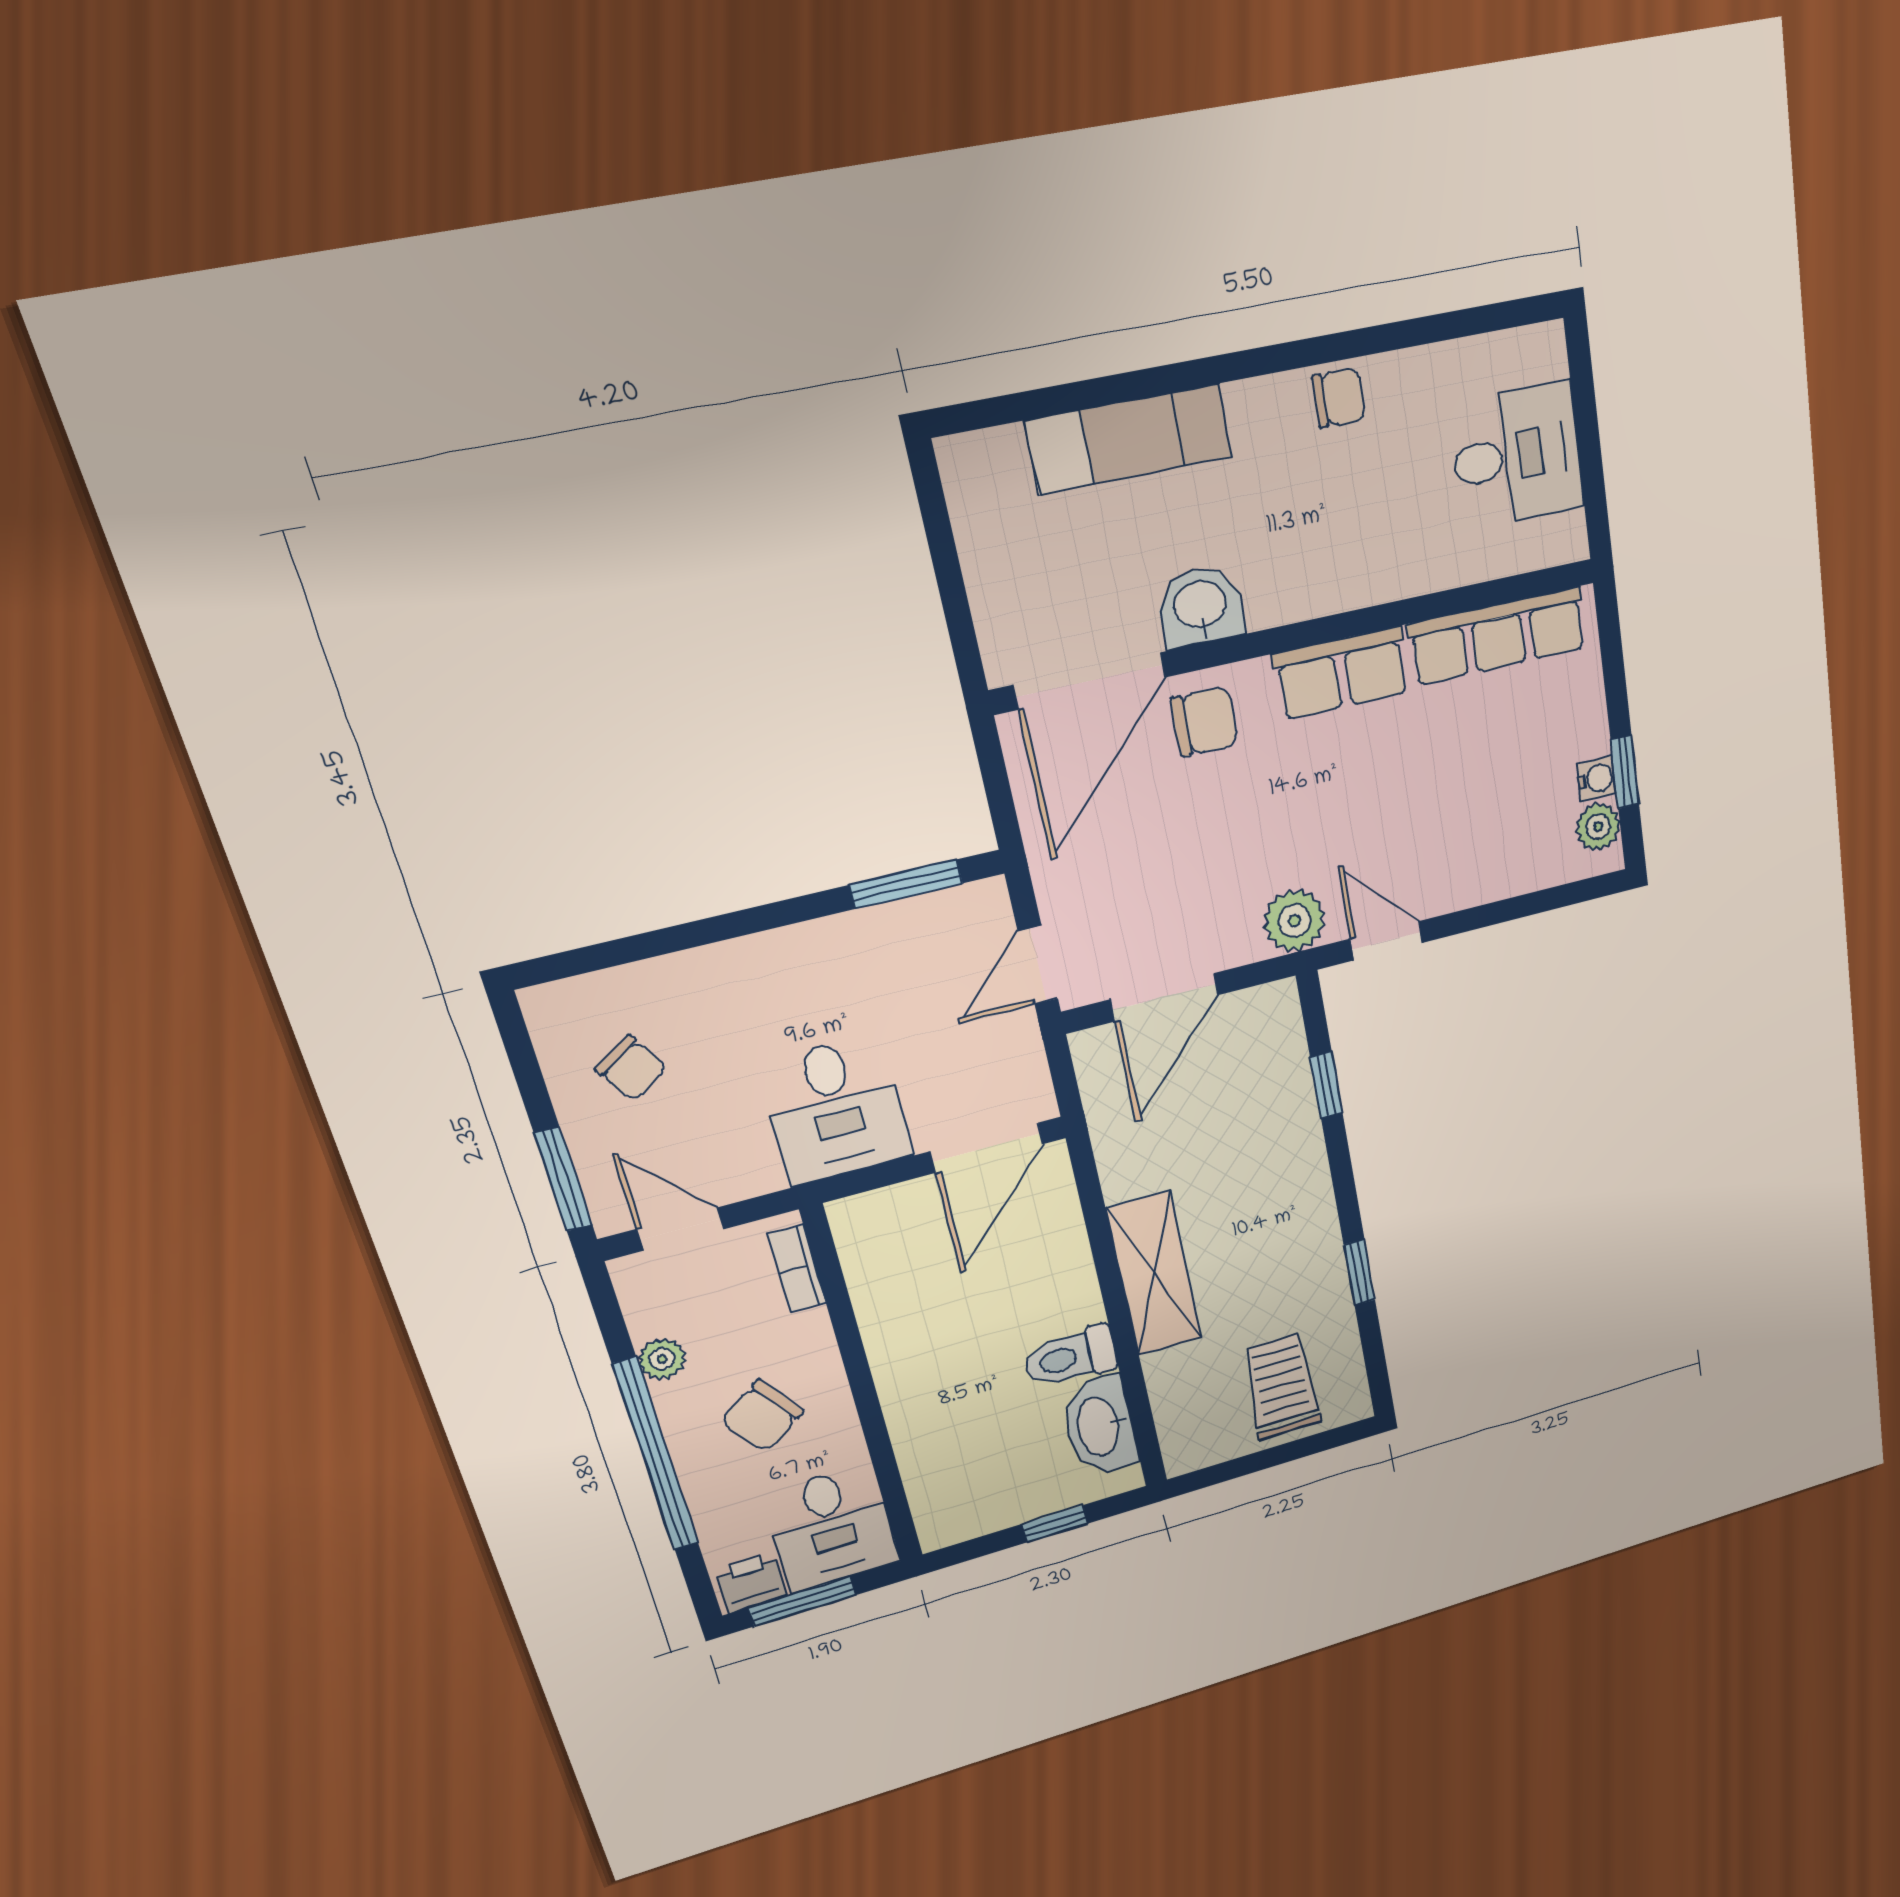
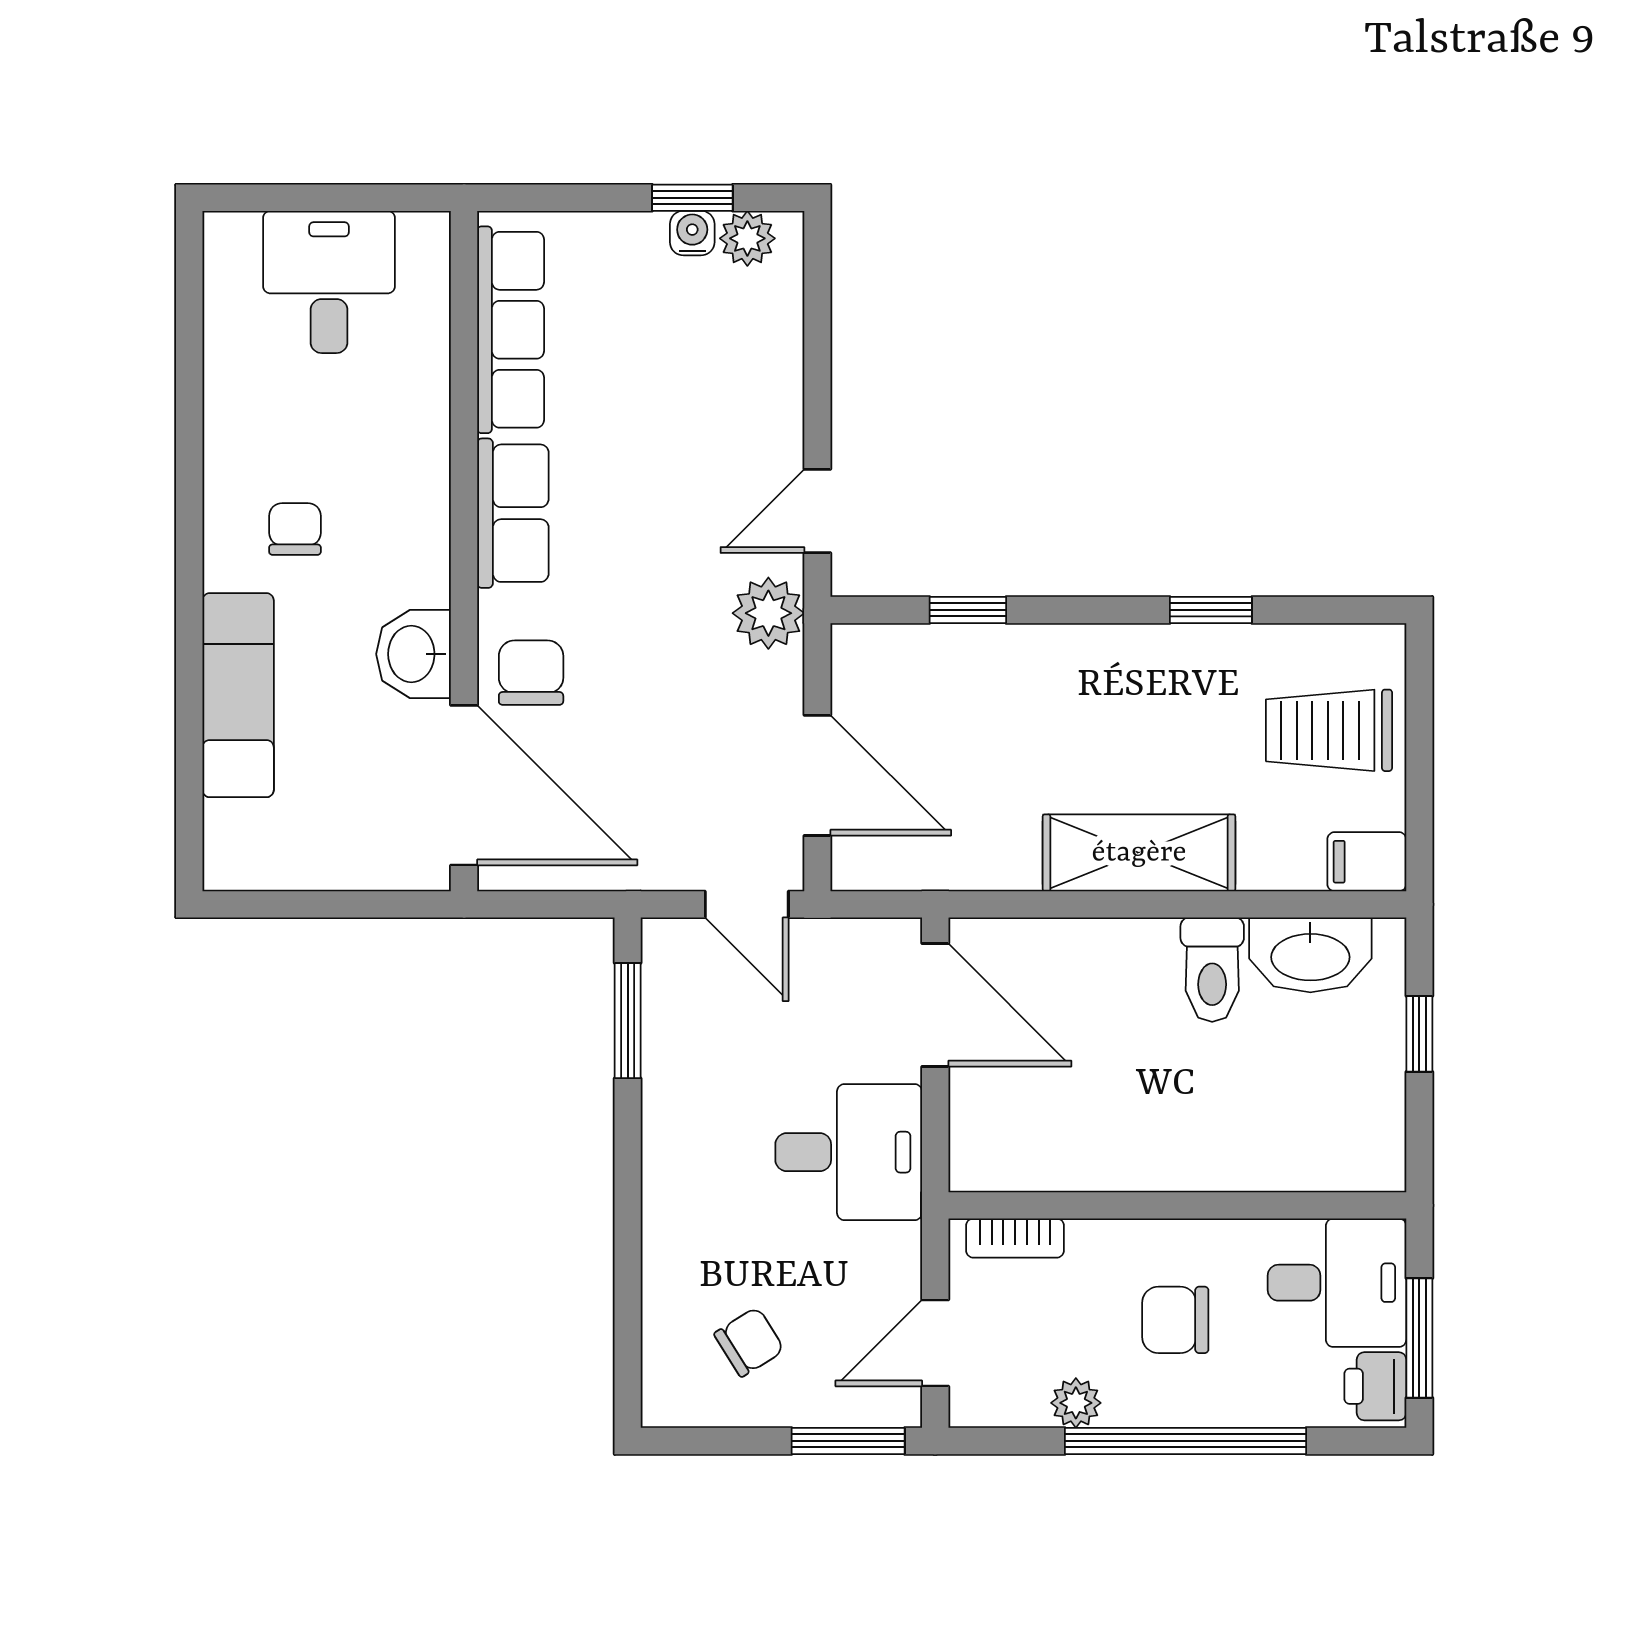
chair: (1339, 398) -> (295, 529), moved
chair: (762, 1416) -> (1175, 1320), turned 124
filing cabinet: (1184, 1444) -> (1367, 862), added

